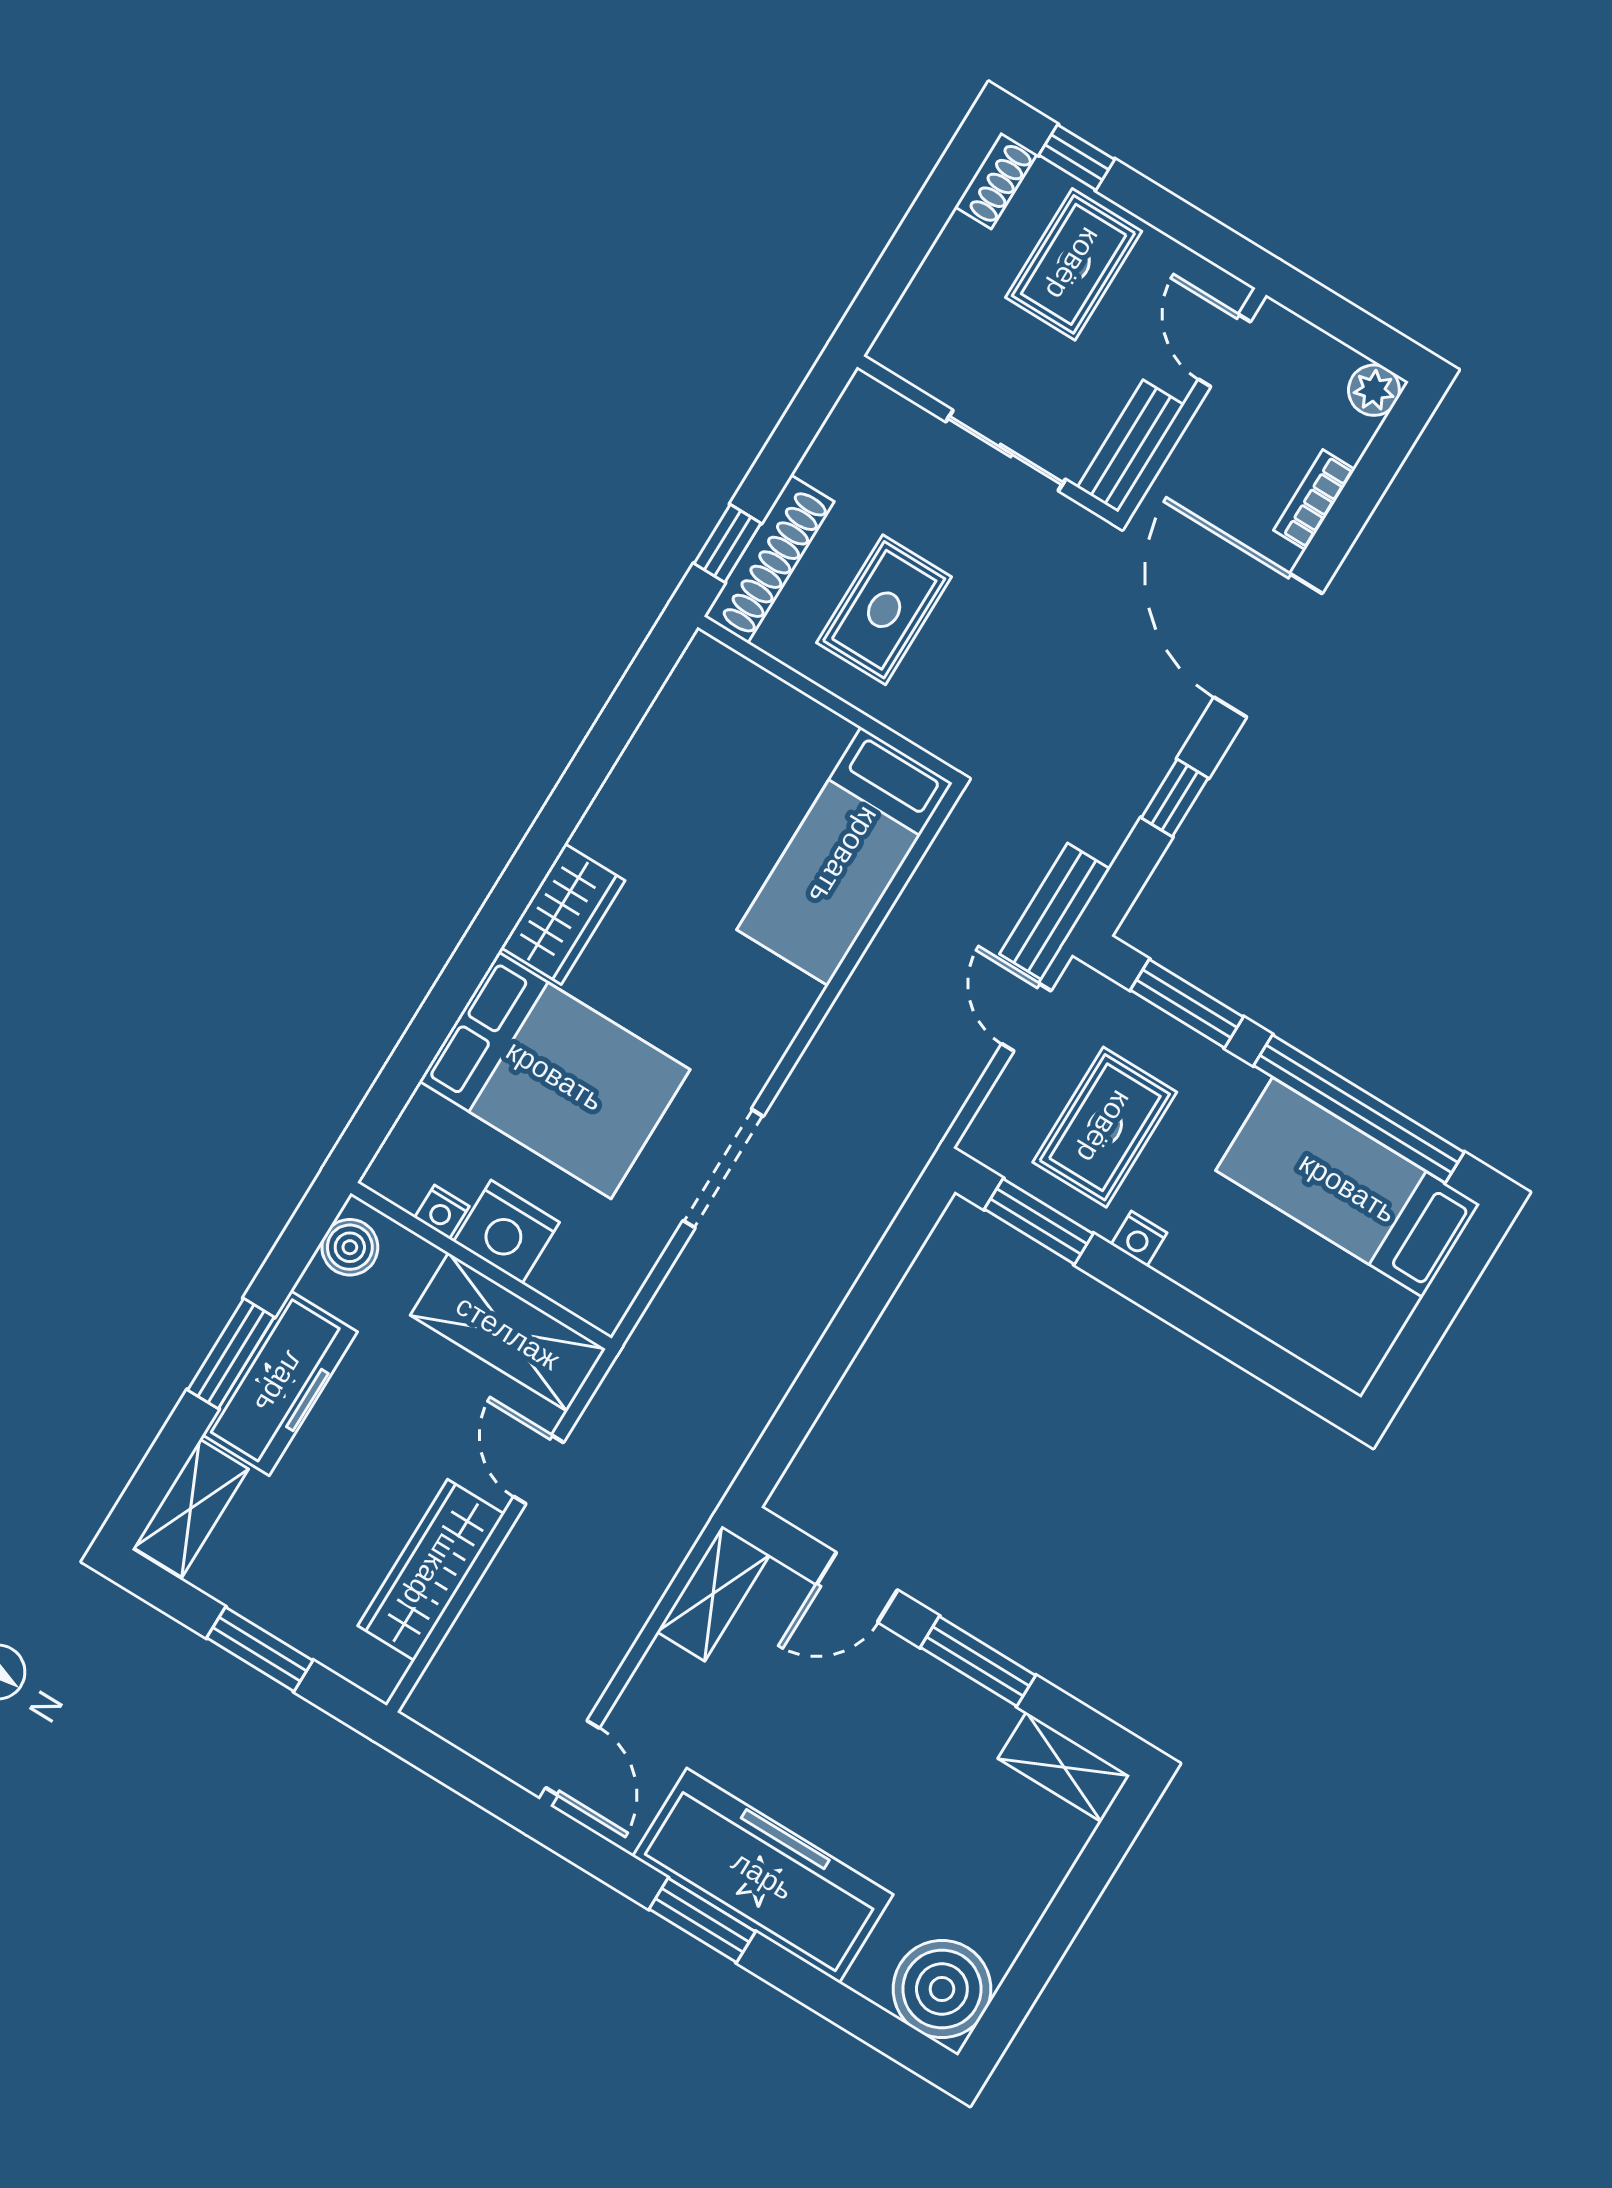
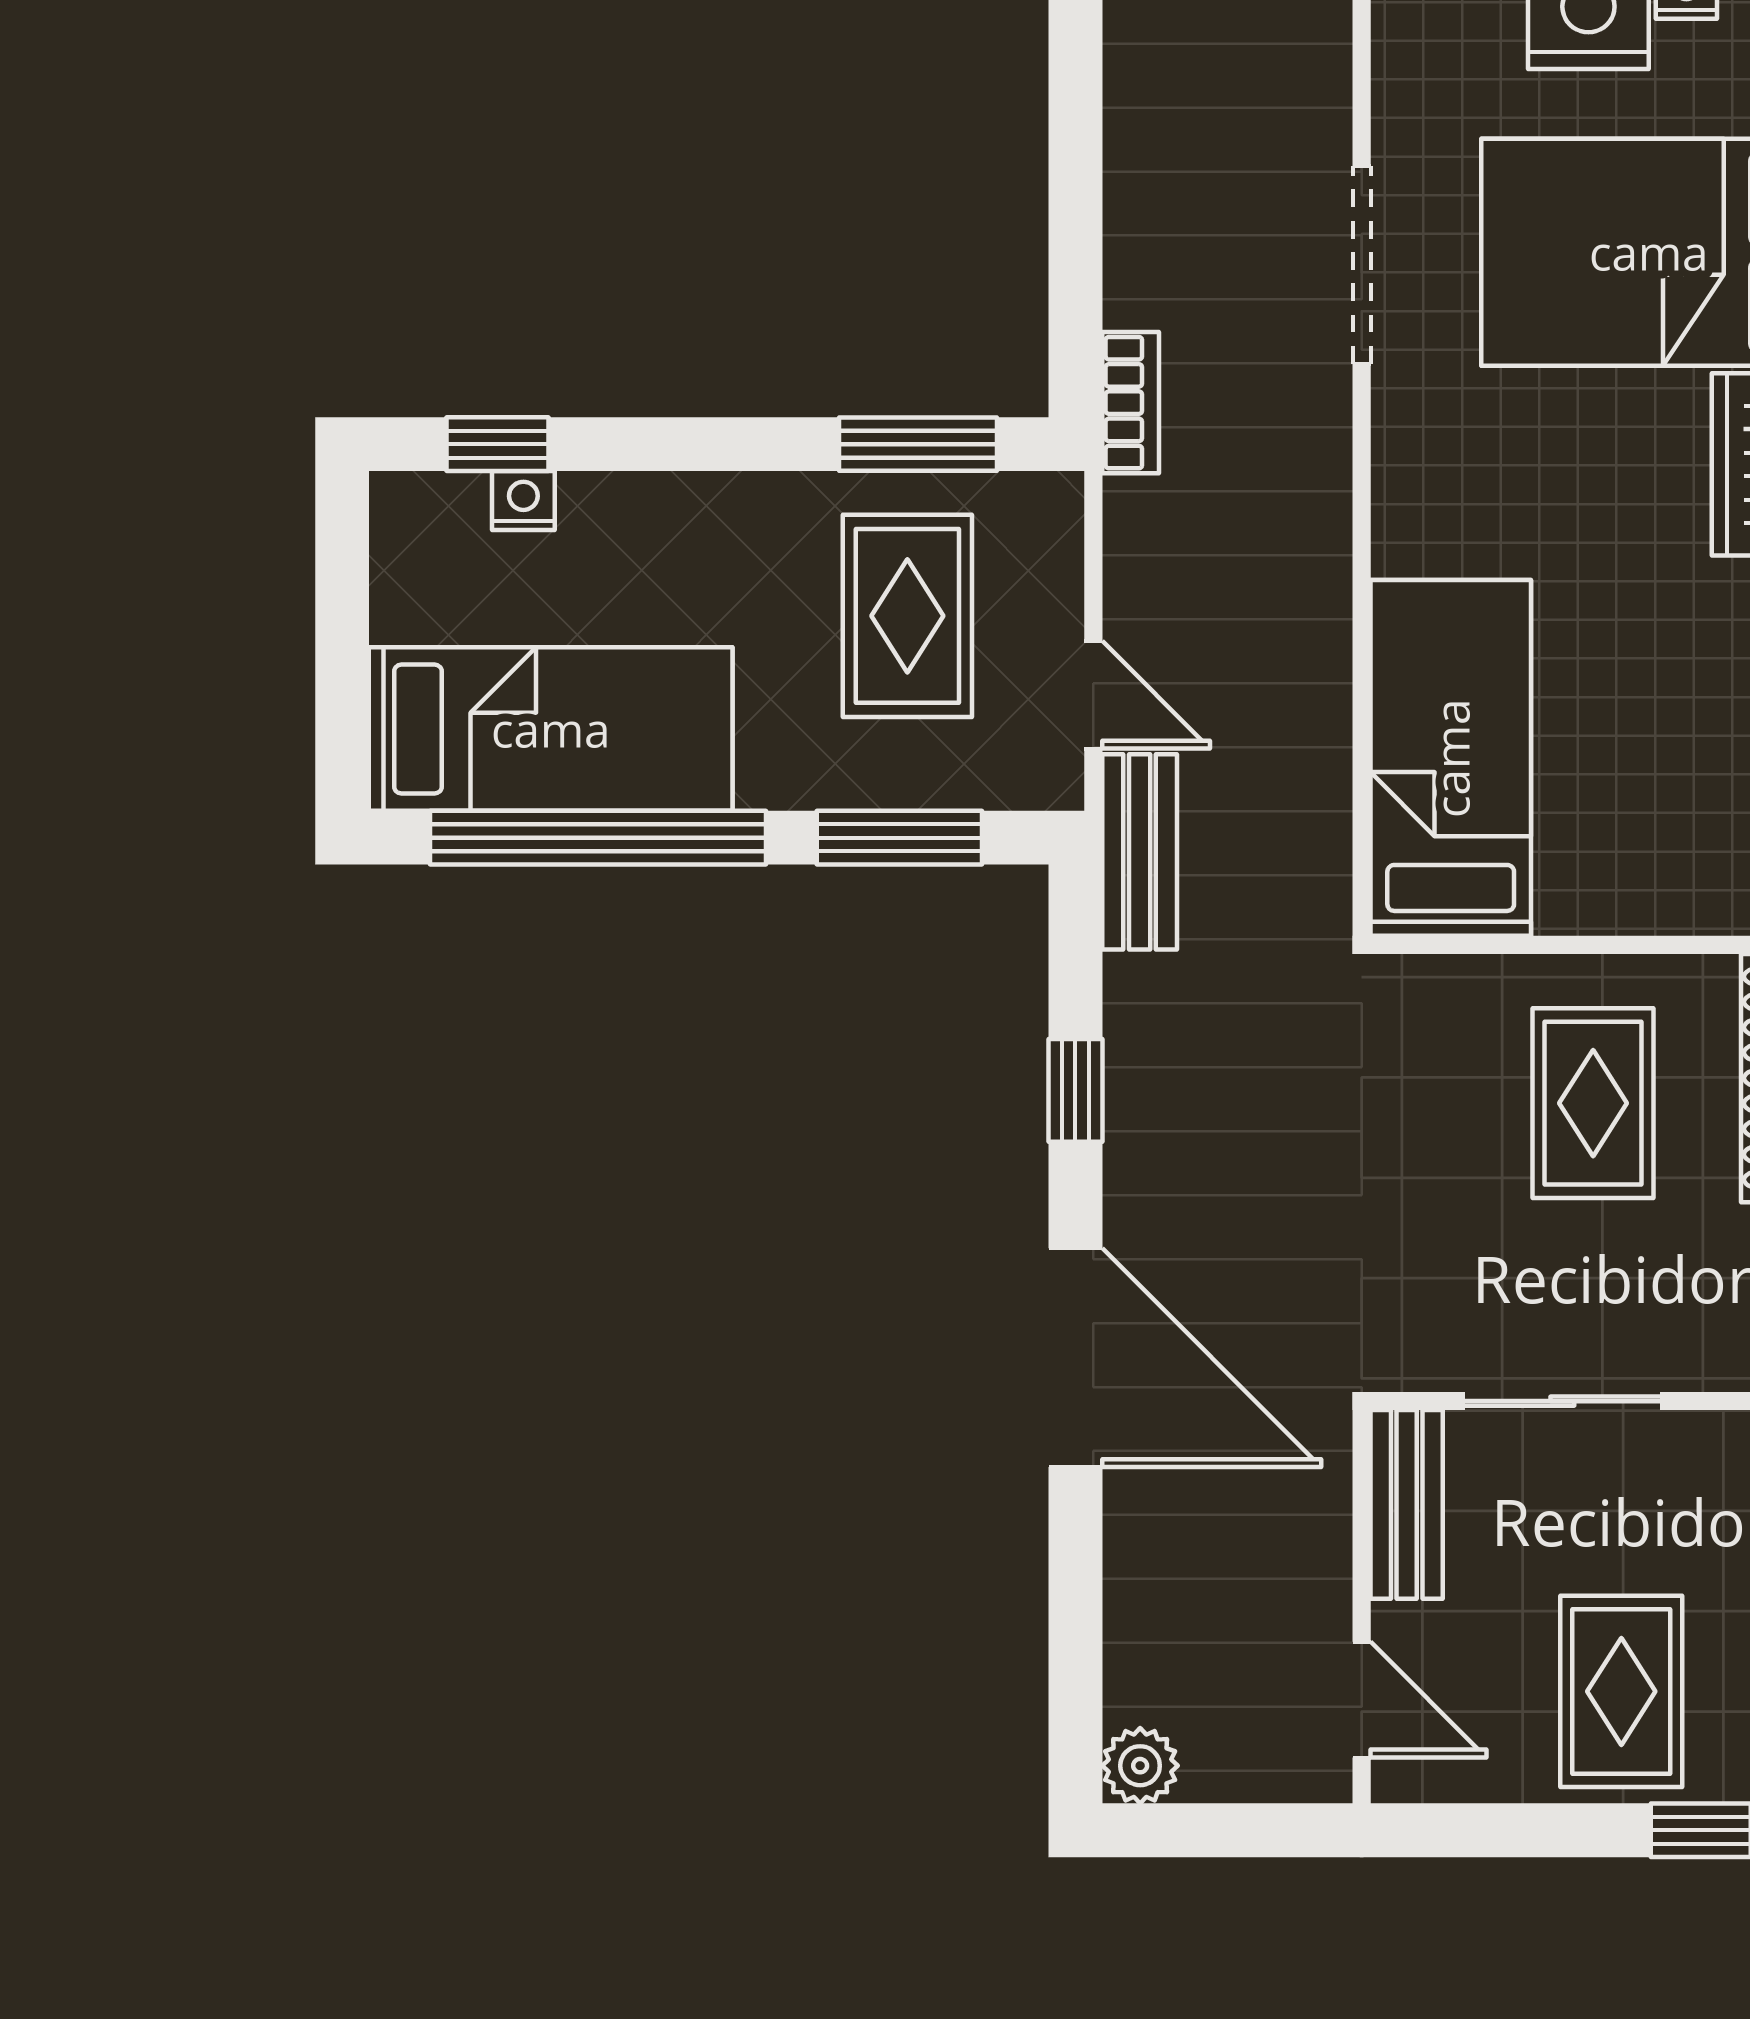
bookcase: (1314, 500) -> (1131, 403), moved
nightstand: (1139, 1239) -> (523, 501), moved
window: (1279, 1368) -> (498, 444), added

